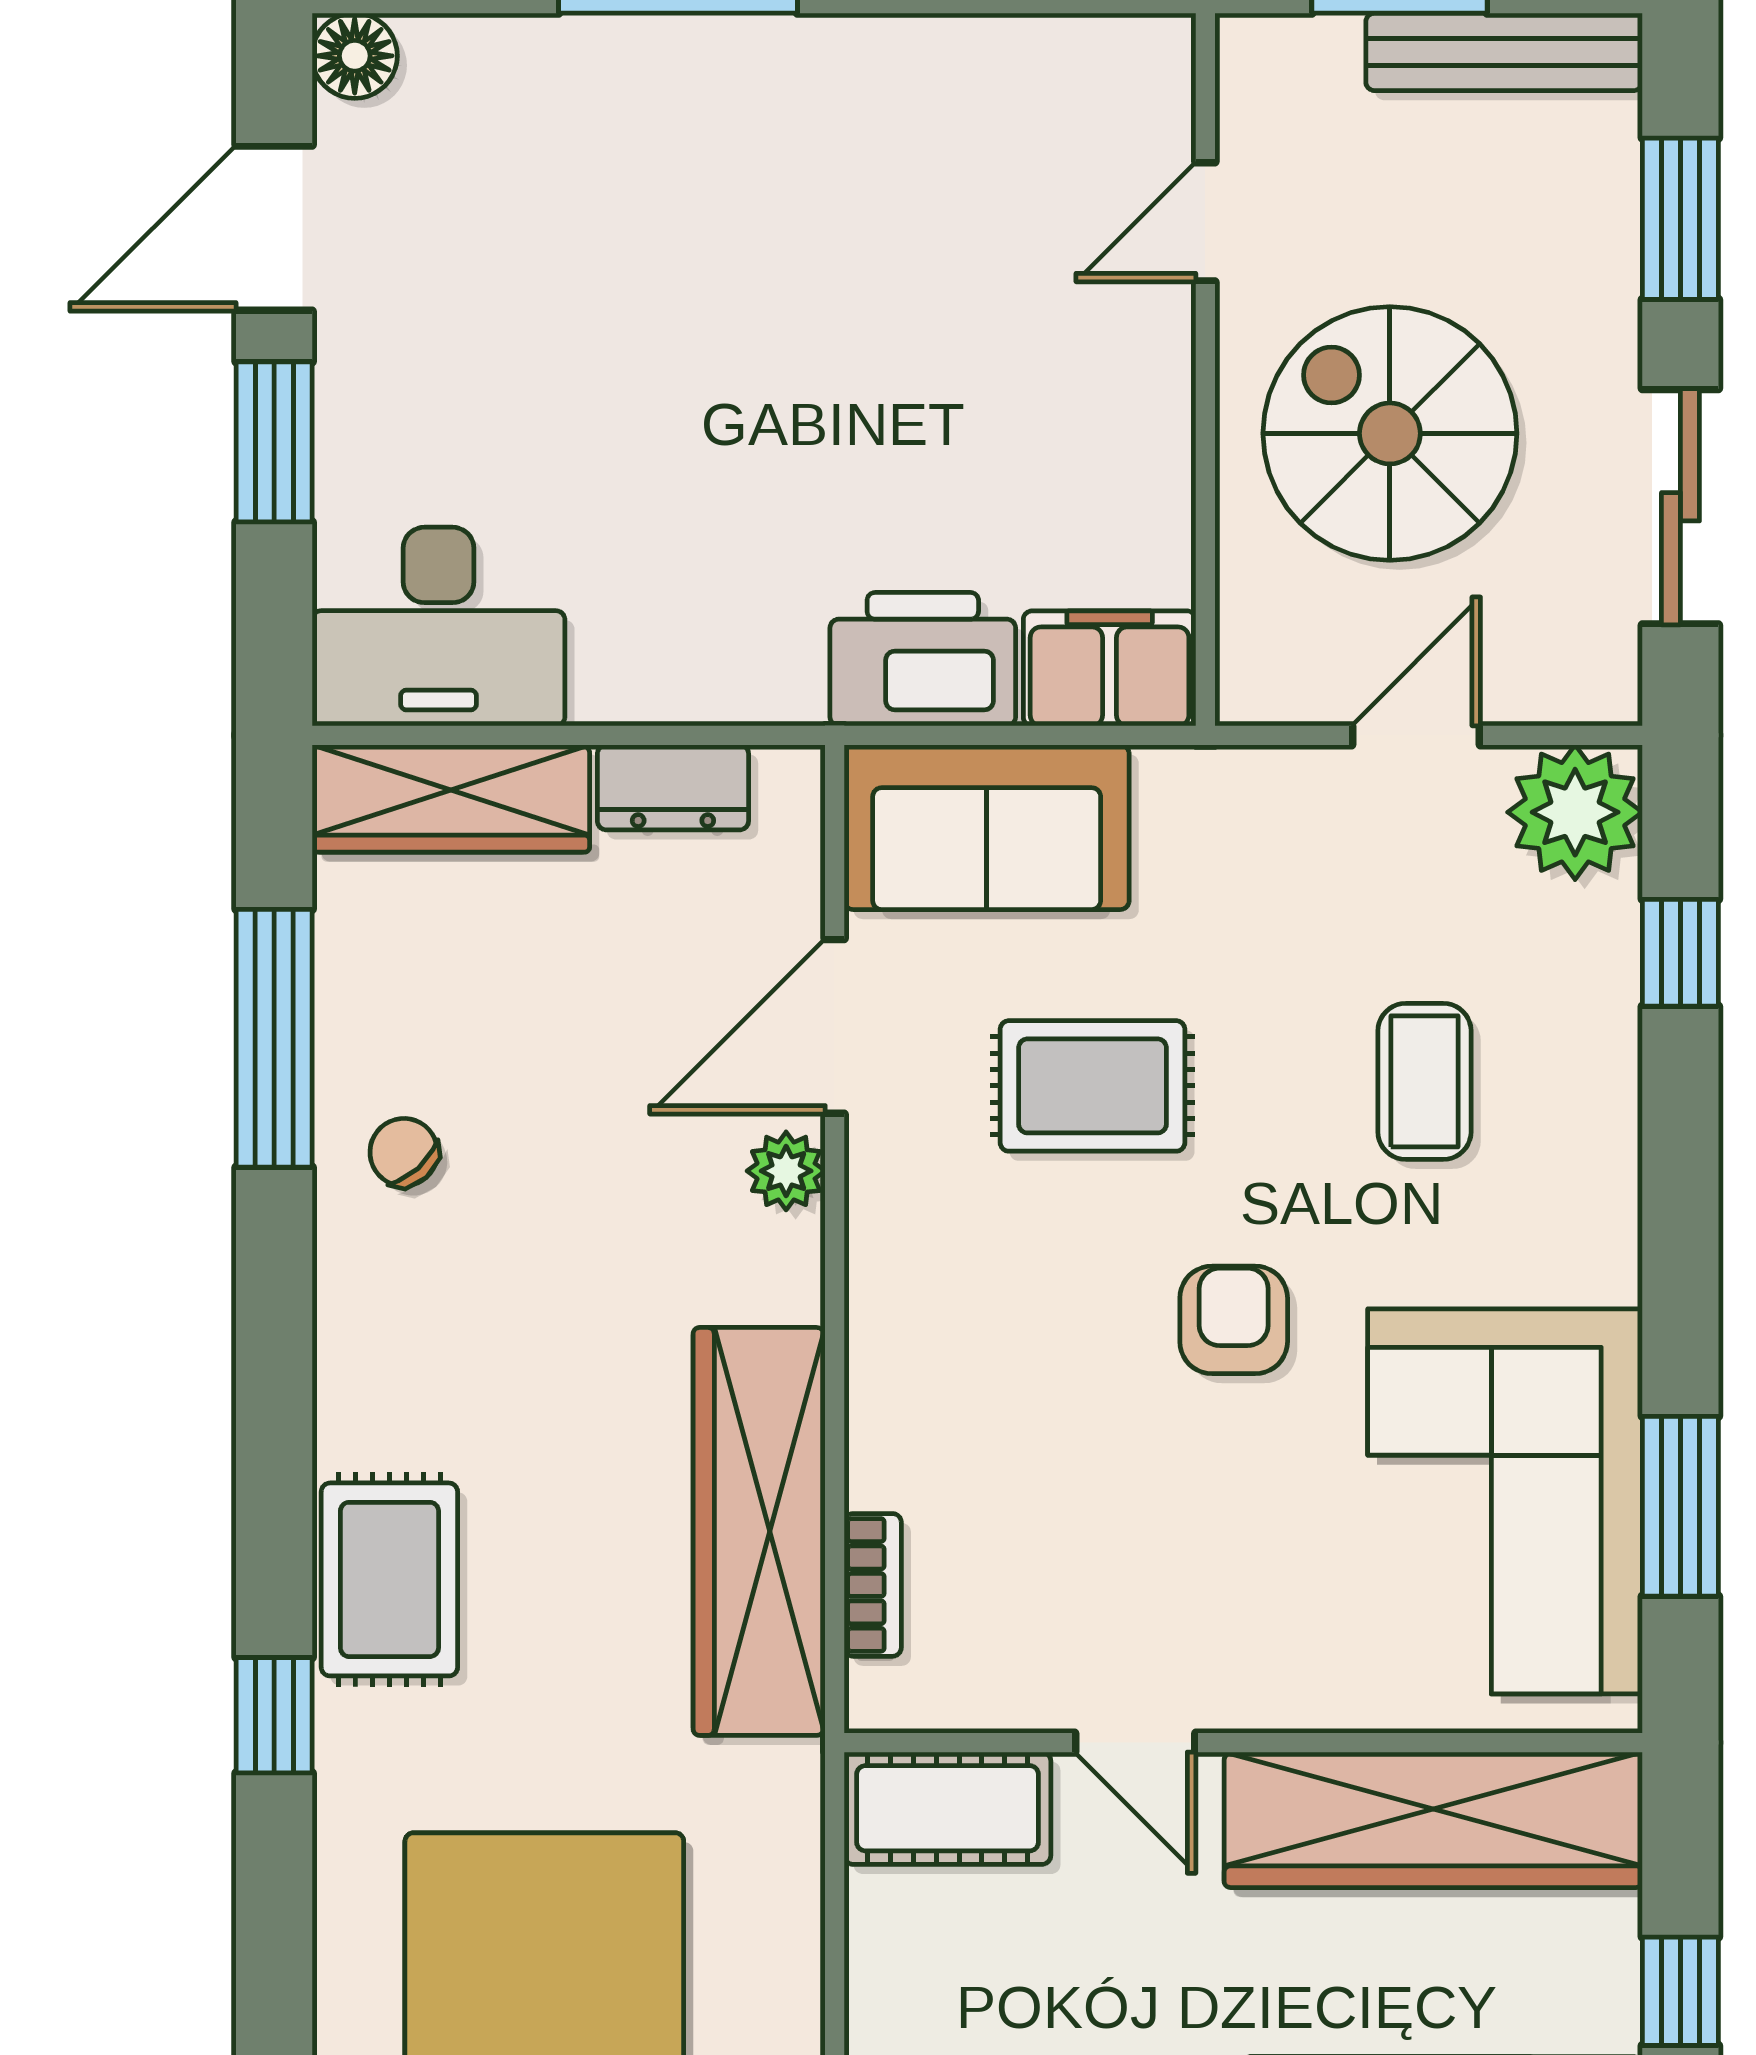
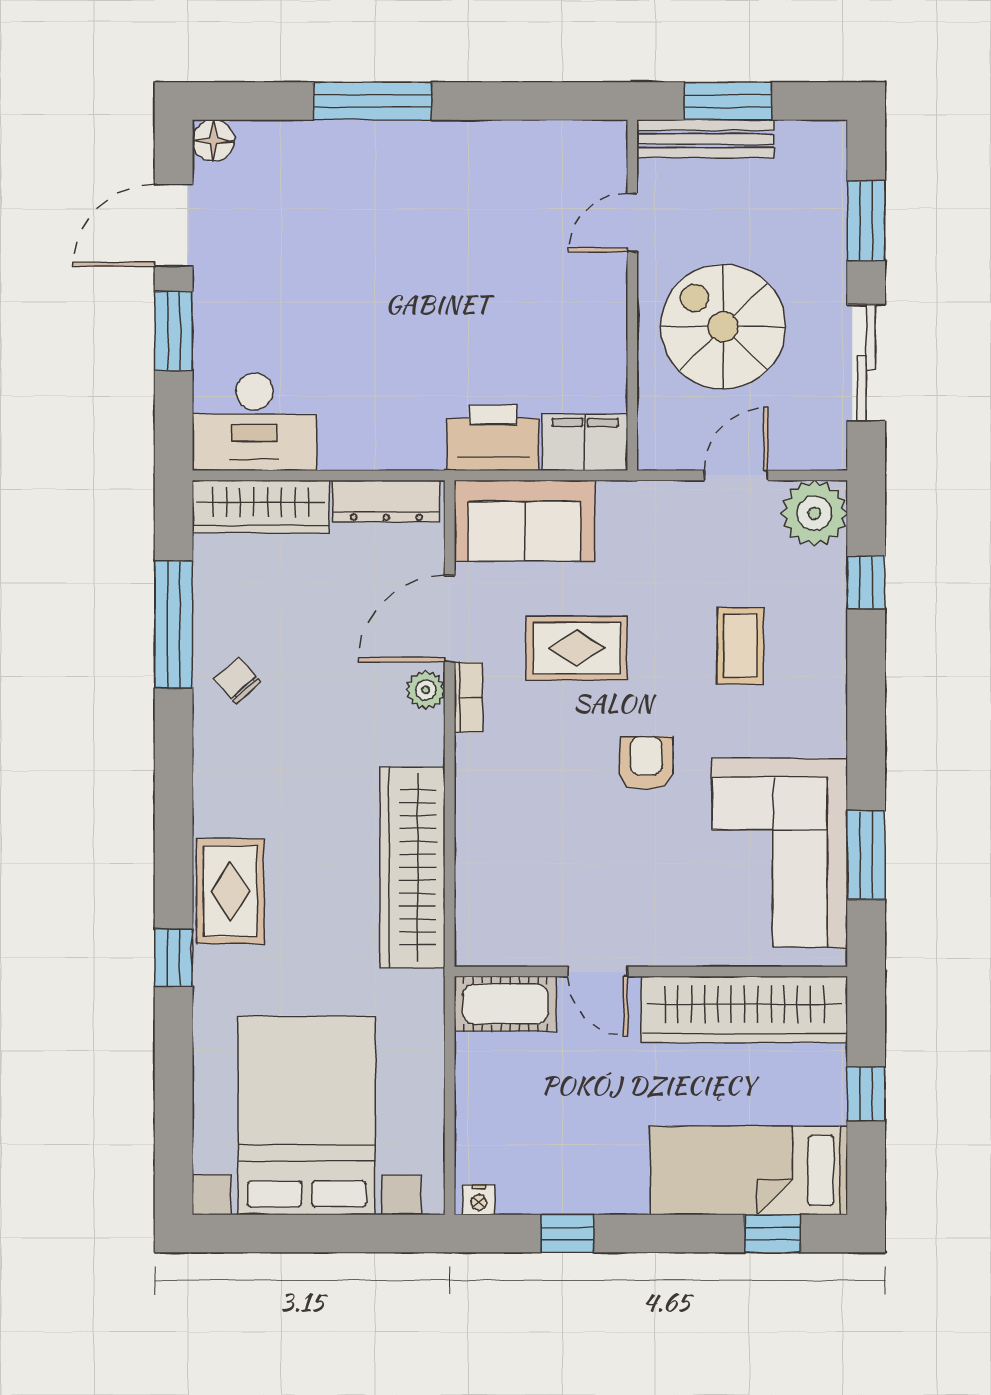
bench: (1504, 52) -> (705, 139), moved
dresser: (673, 787) -> (386, 501), width x1.44
bookcase: (873, 1585) -> (468, 697), moved

